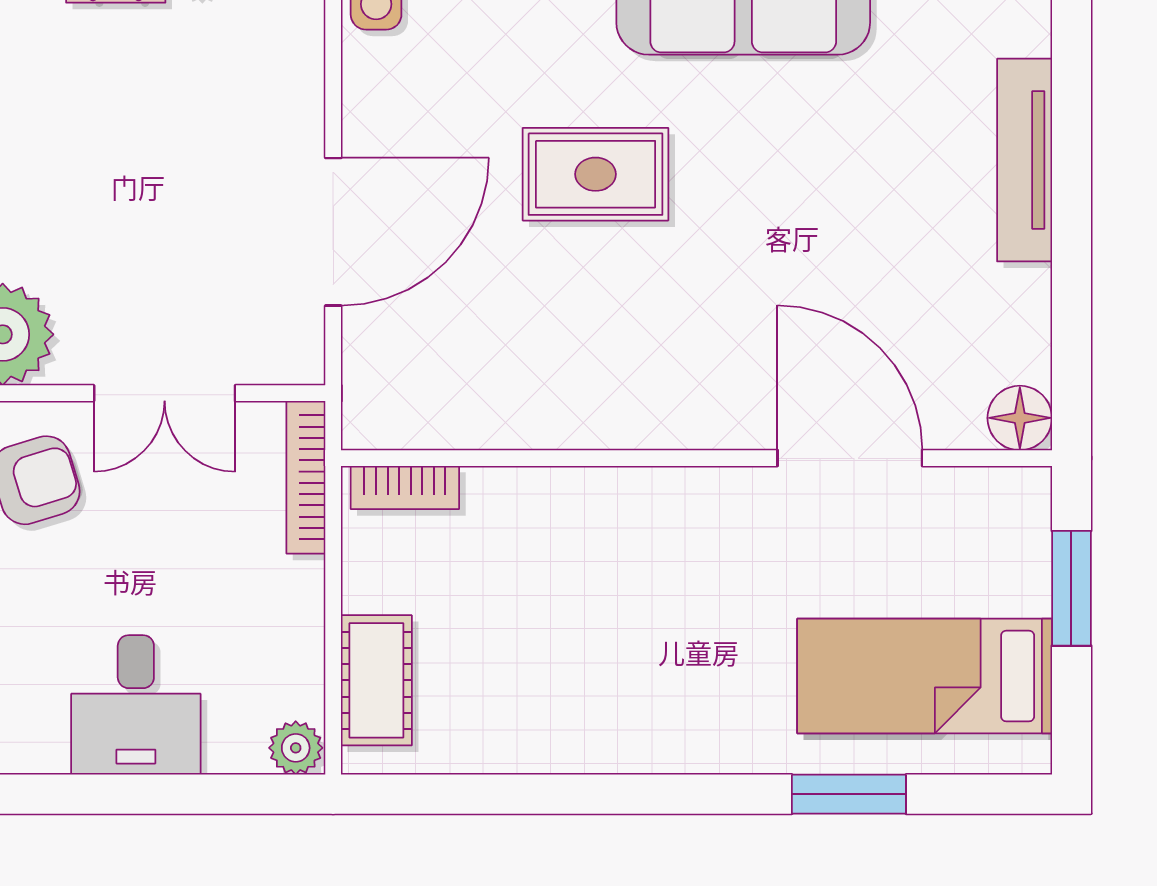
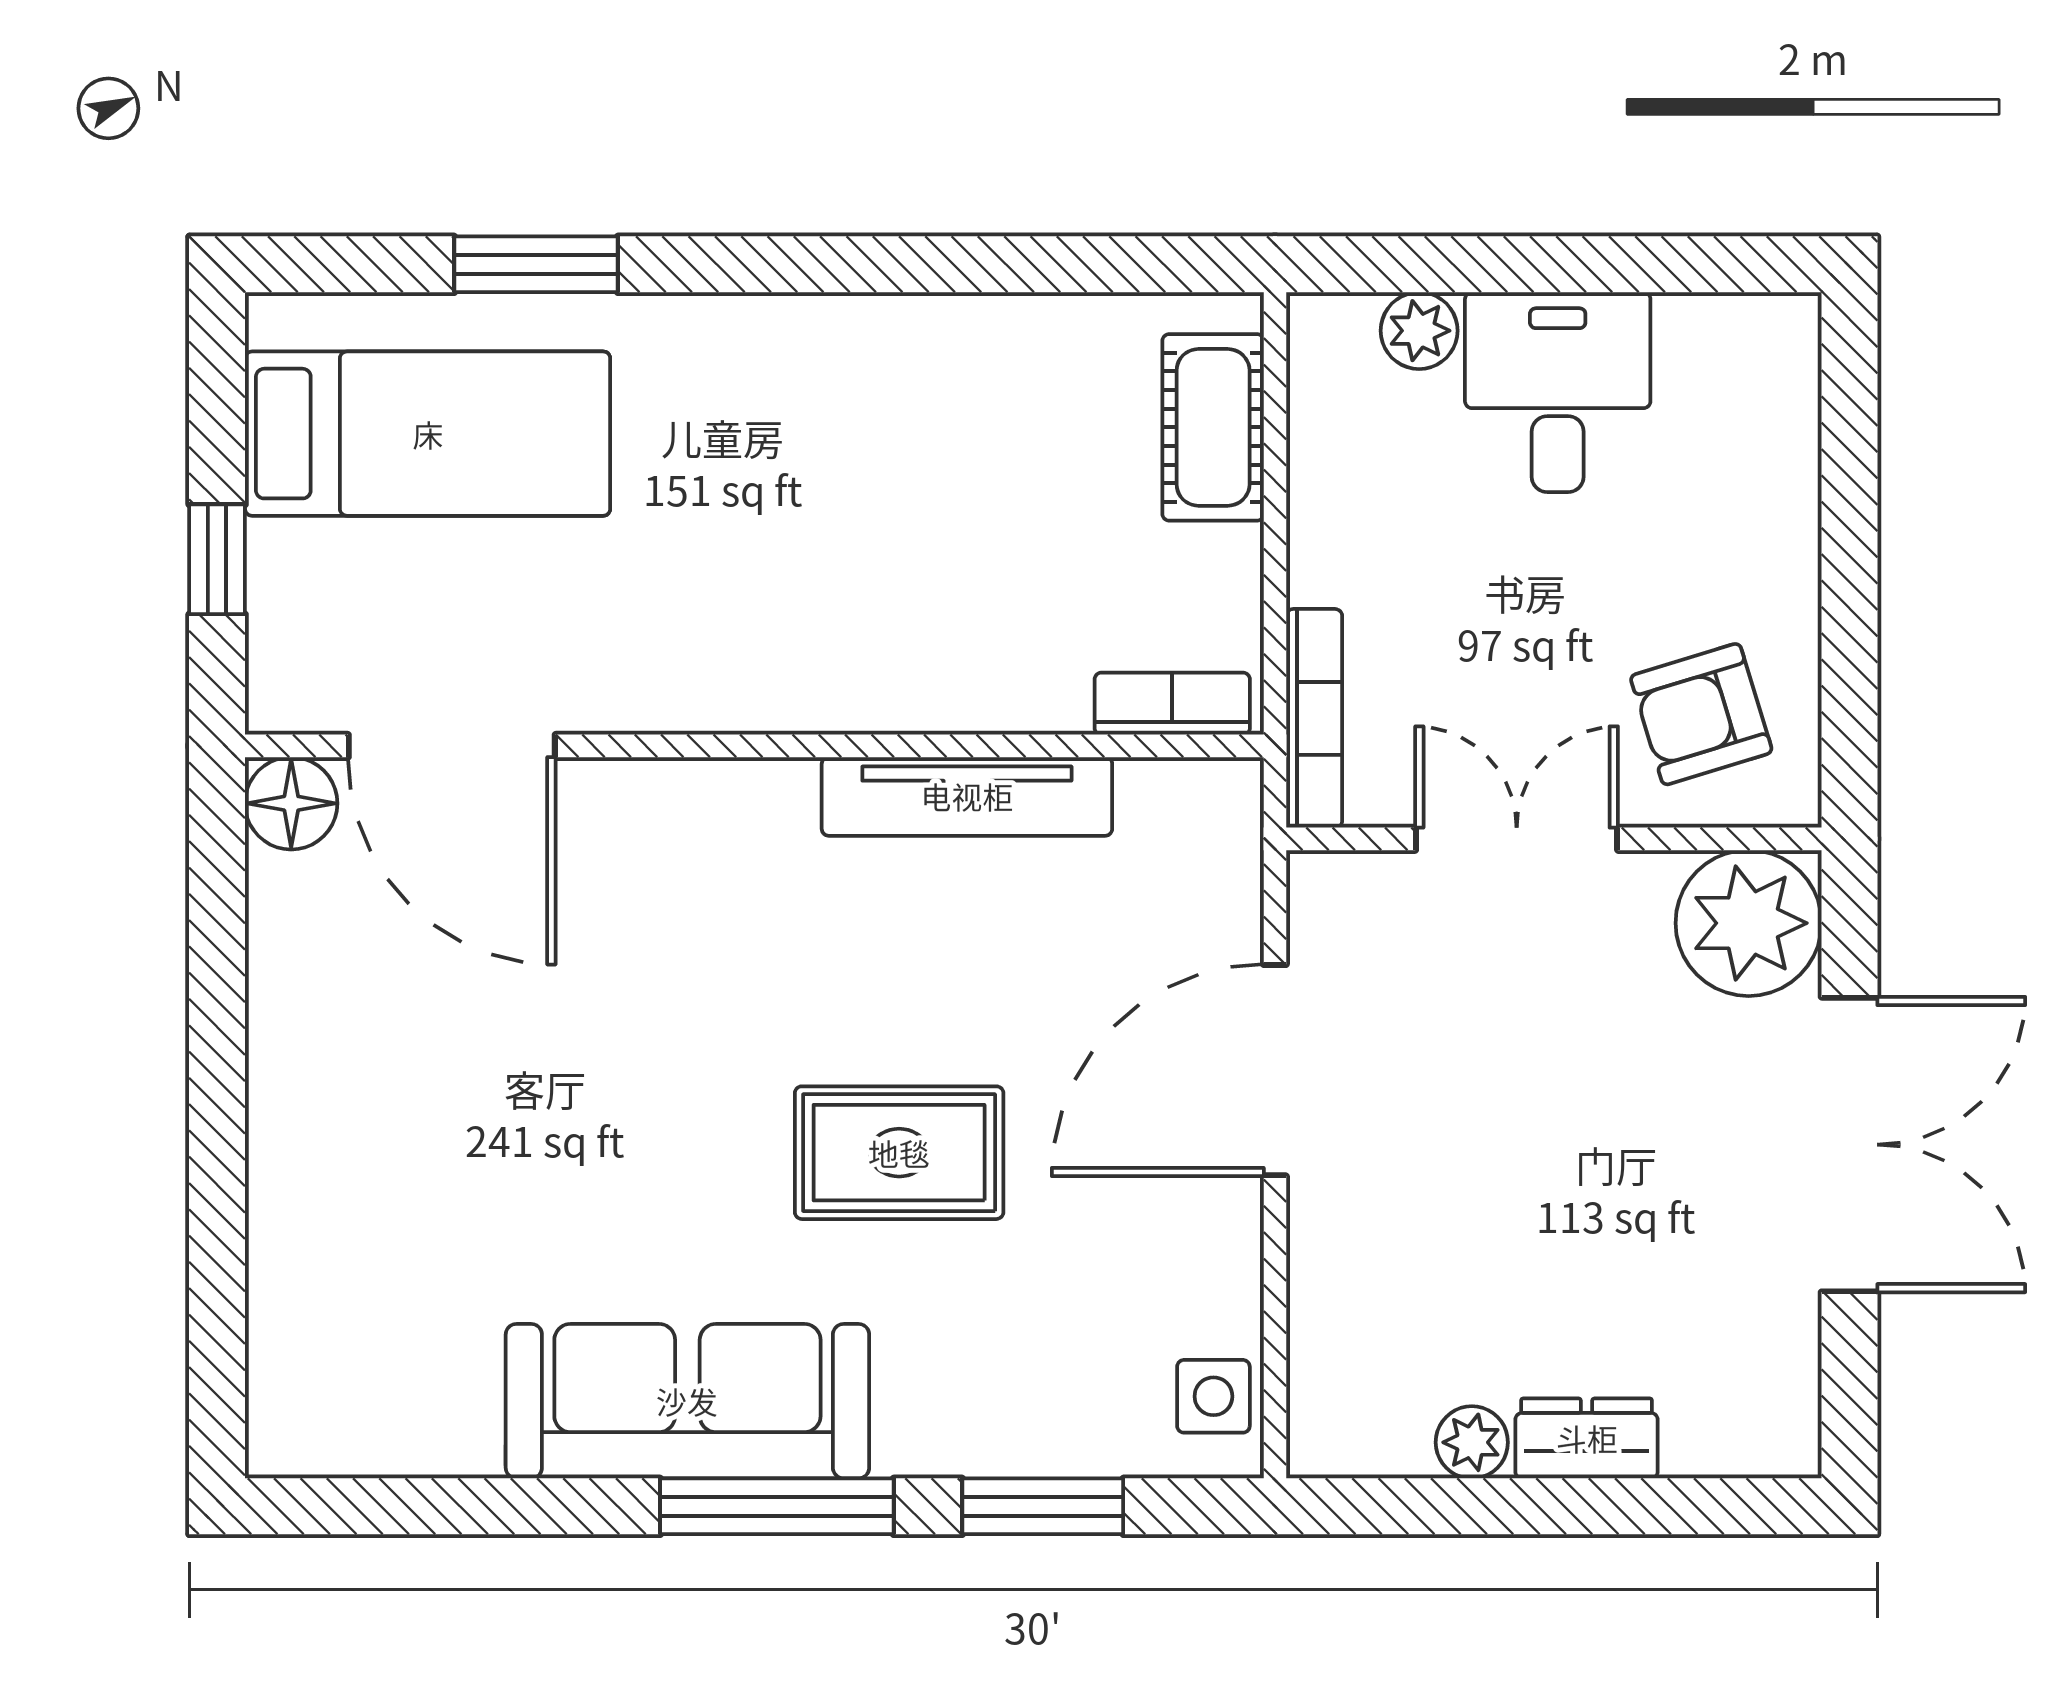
tv unit: (1025, 160) -> (967, 796), moved, turned 90
door: (850, 458) -> (452, 746), moved
window: (1071, 588) -> (217, 559), width x0.67
plant: (296, 748) -> (1419, 331), moved

